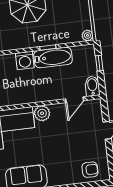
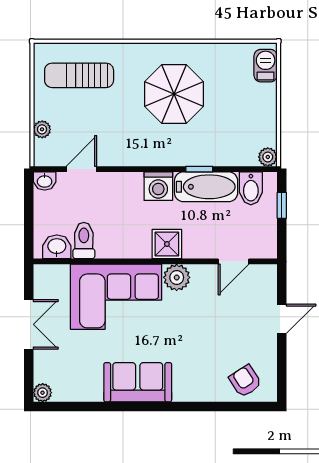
bidet: (92, 86) -> (251, 188), moved, turned 180
shower: (34, 94) -> (167, 244), added
armchair: (90, 170) -> (245, 381), turned -123

